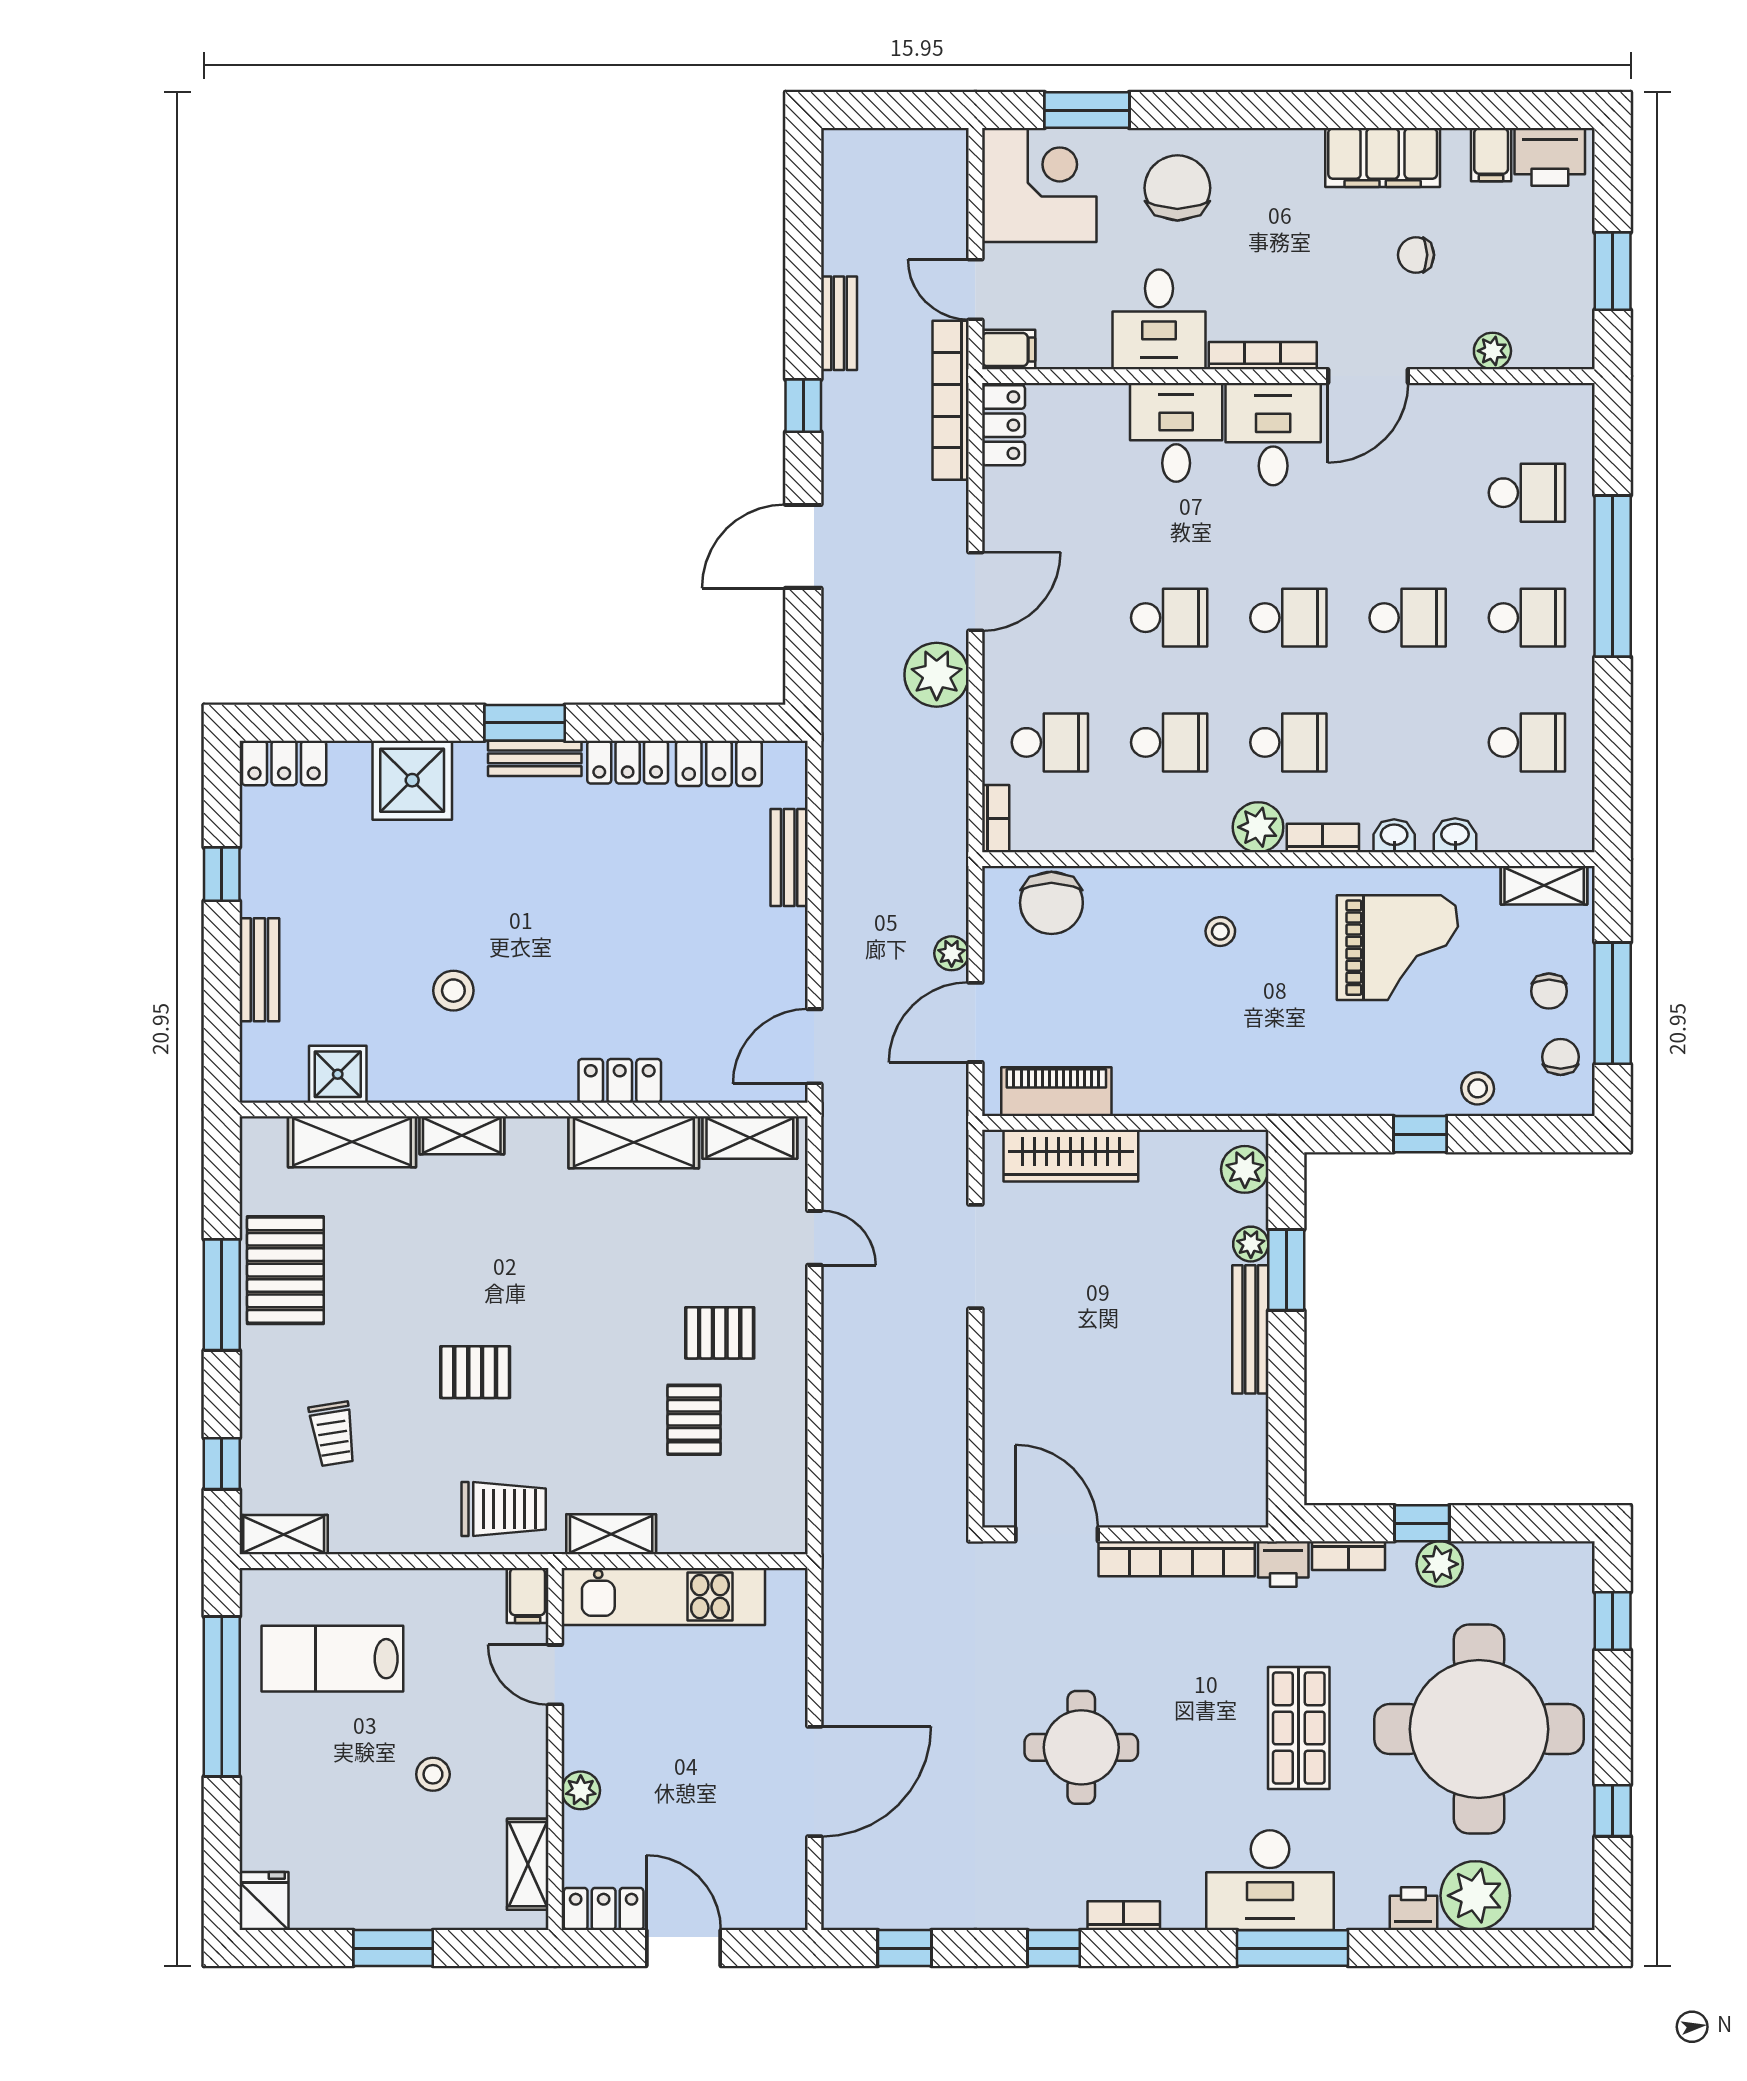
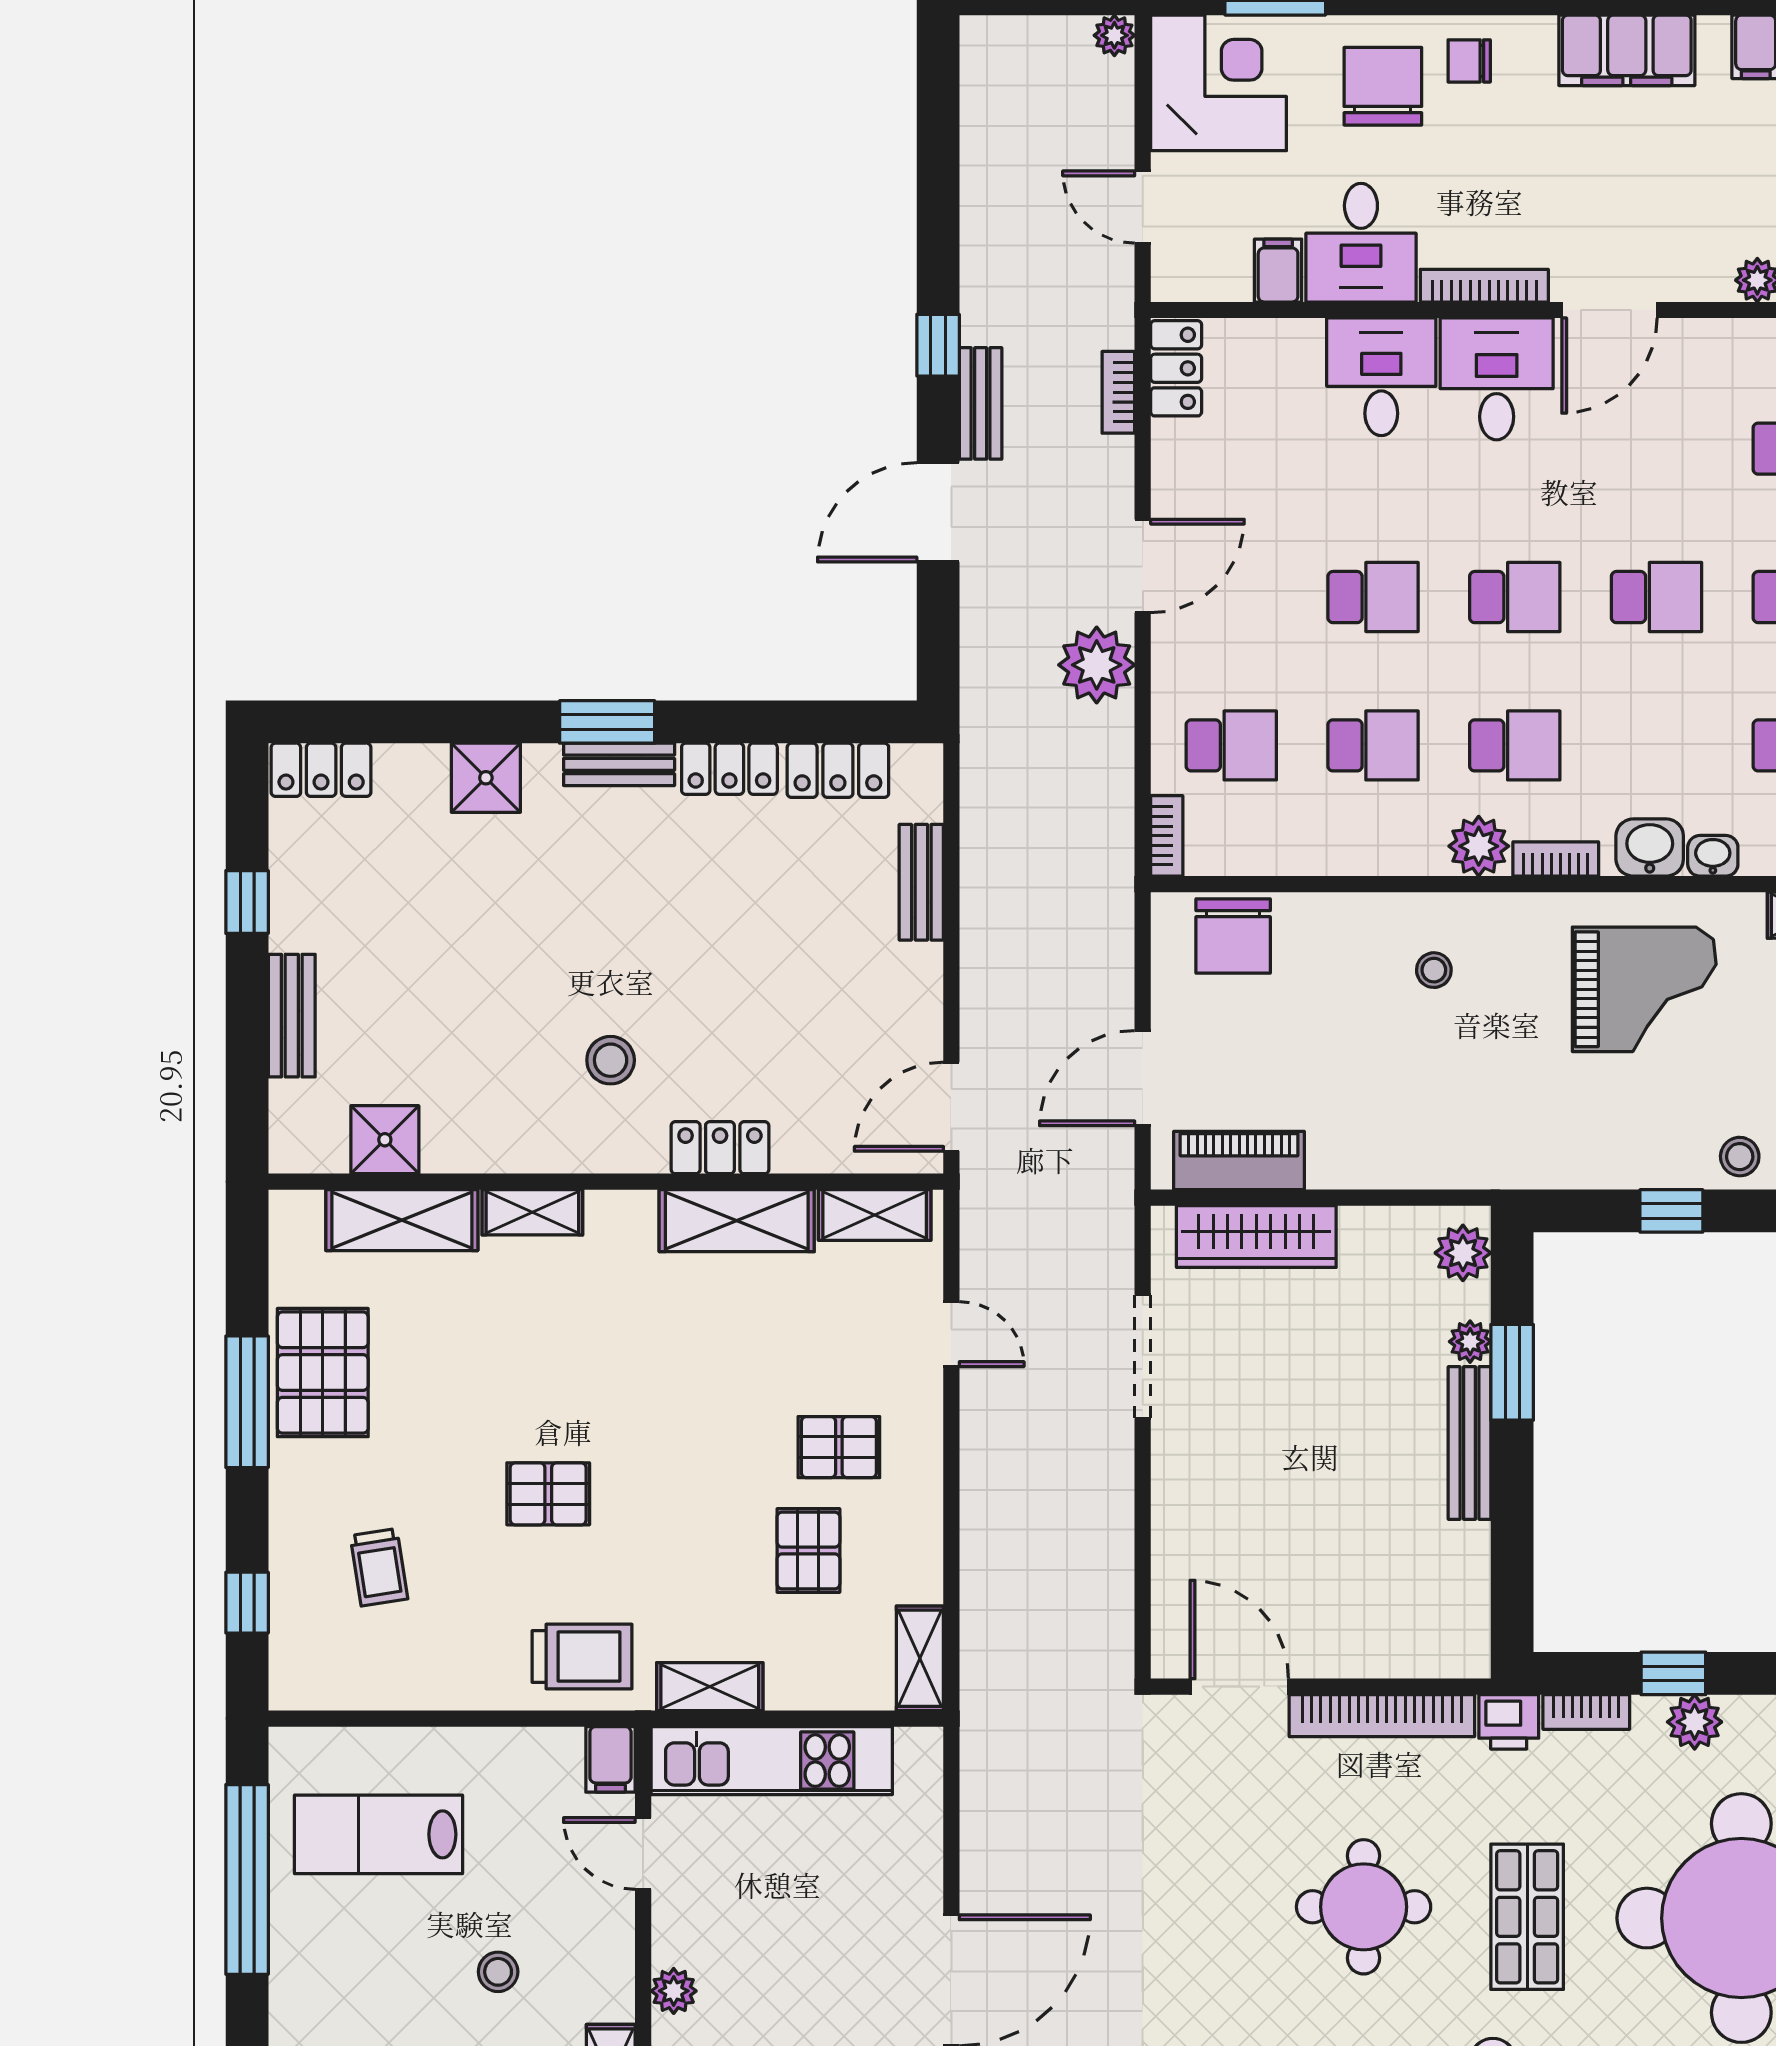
chair: (1416, 255) -> (1469, 61), moved
bench: (839, 323) -> (981, 403), moved
filing cabinet: (1009, 350) -> (1278, 271), moved, turned -90
bookcase: (951, 400) -> (1118, 392), width x0.43, depth x0.76
shower: (412, 780) -> (486, 778), width x0.73, depth x0.73
washbasin: (1394, 836) -> (1650, 848), width x1.38, depth x1.45
plant: (952, 953) -> (1114, 35), moved
stool: (453, 991) -> (611, 1060), moved
shelving: (284, 1535) -> (920, 1658), moved, turned 90
round table: (1081, 1747) -> (1364, 1907), moved

